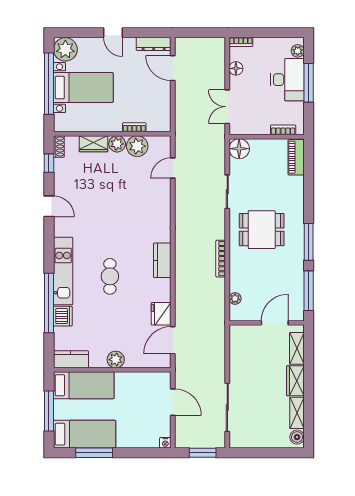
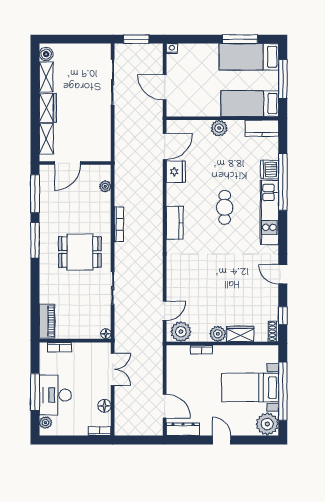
plant: (137, 146) -> (181, 332), moved
floor lamp: (239, 149) -> (106, 334), width x0.53, depth x0.53

